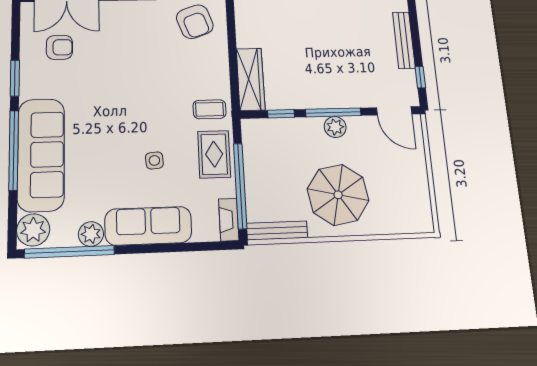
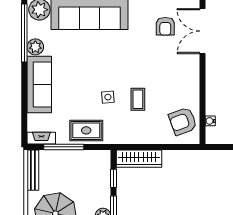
coffee table: (210, 109) -> (138, 99), moved
side table: (154, 160) -> (108, 97), moved
window: (240, 186) -> (64, 147), width x0.68

